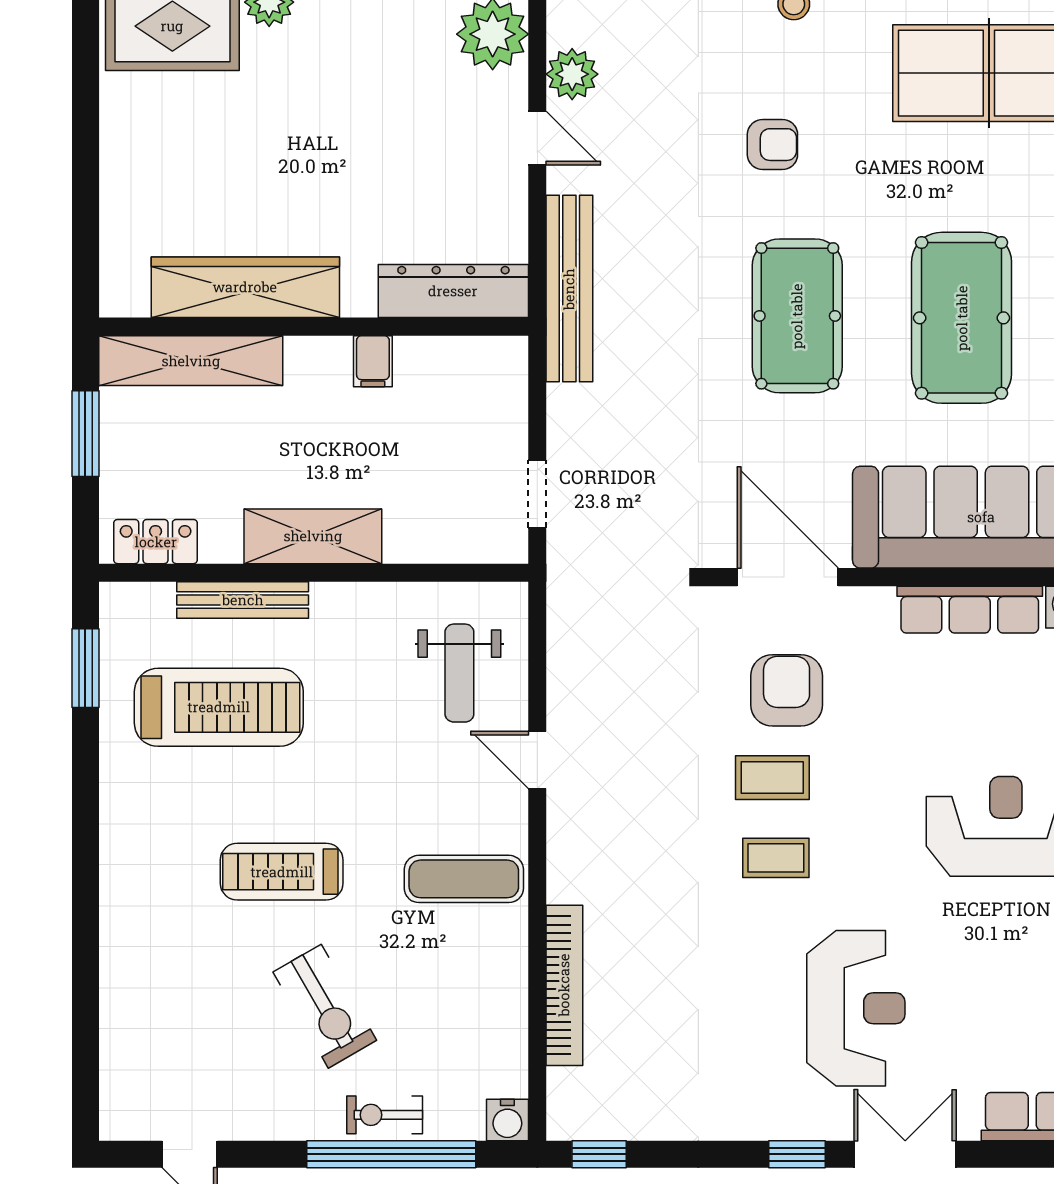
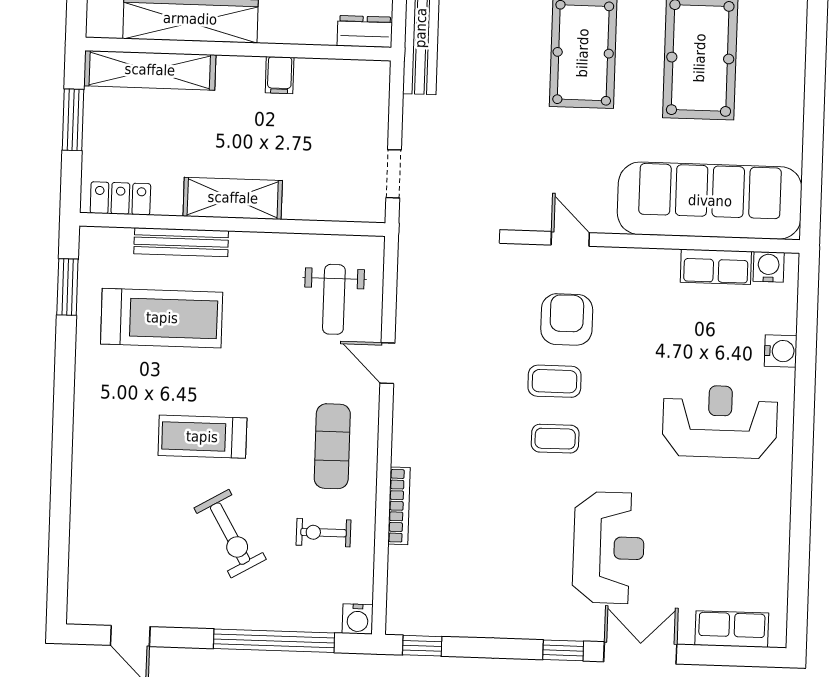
dresser: (453, 291) -> (365, 31), width x0.51, depth x0.80
door: (788, 577) -> (570, 239), width x0.53
row of seats: (970, 610) -> (716, 267), width x0.68
exercise mat: (464, 879) -> (332, 446), turned 90
bookcase: (564, 985) -> (399, 506), width x0.68, depth x0.76
exercise bike: (385, 1115) -> (324, 533), moved

